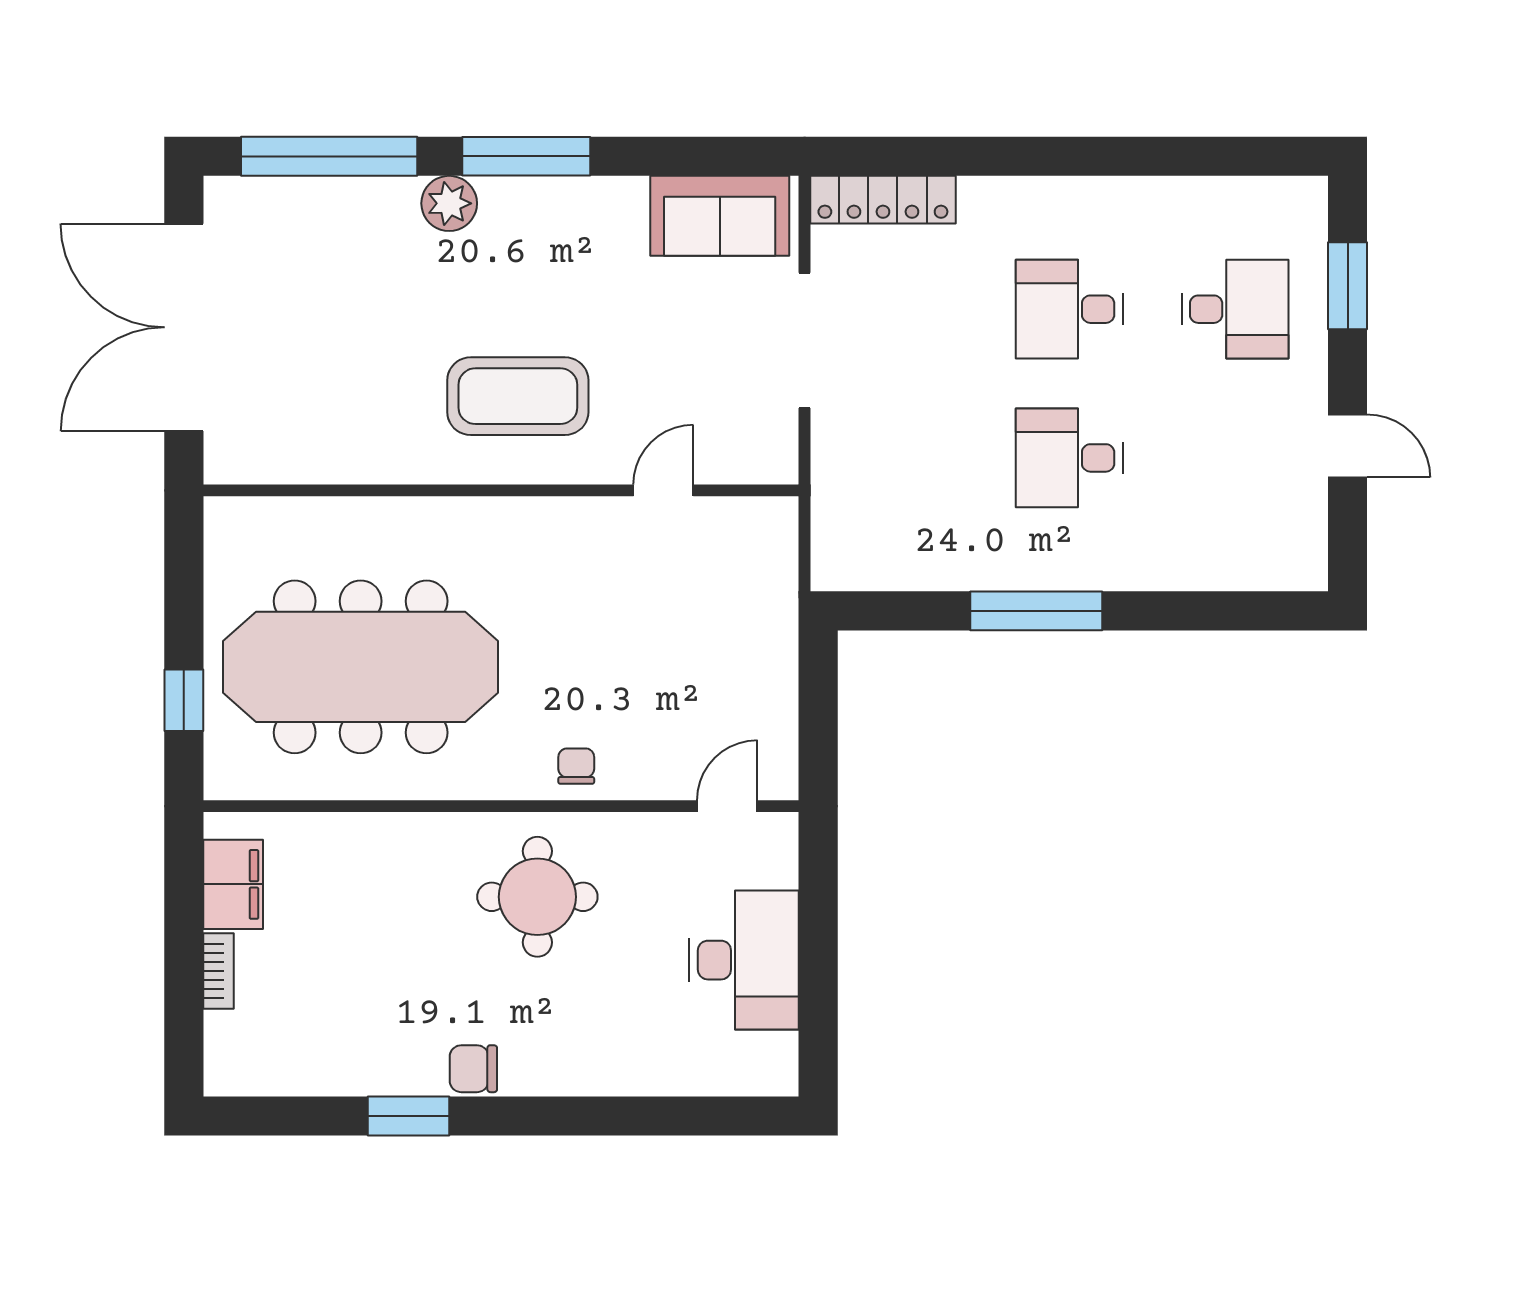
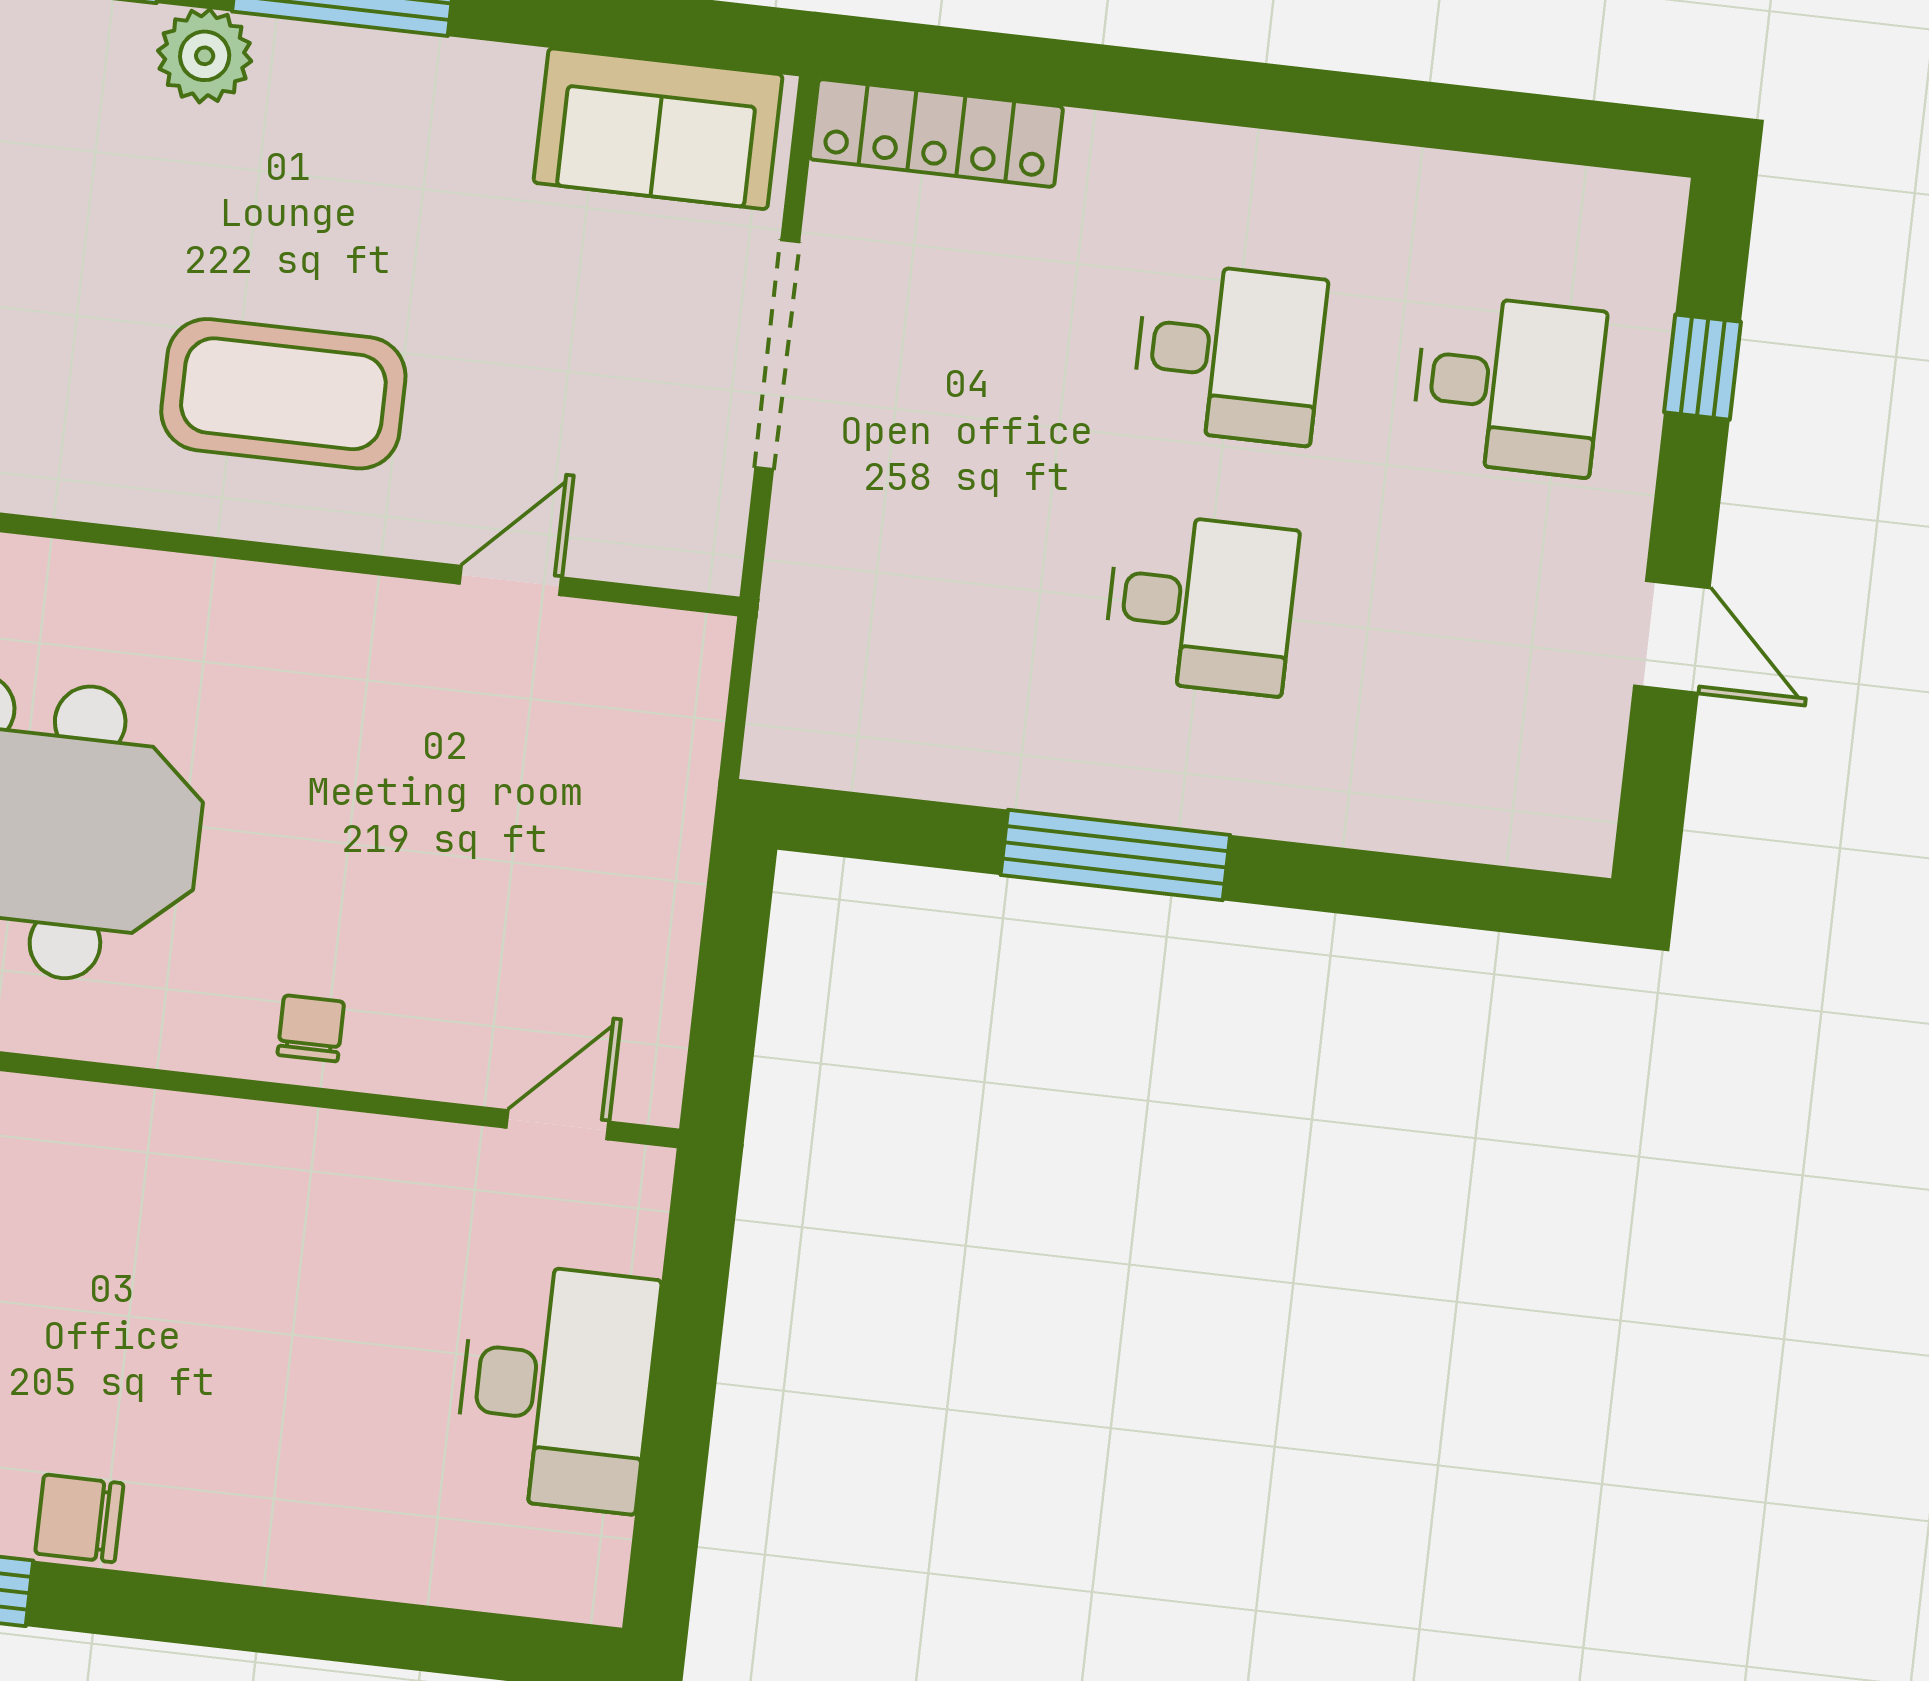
window: (1348, 286) -> (1703, 367), width x0.67
desk: (1069, 309) -> (1229, 353), turned 180
desk: (1069, 458) -> (1201, 604), turned 180
round table: (537, 897) -> (220, 1241), removed

